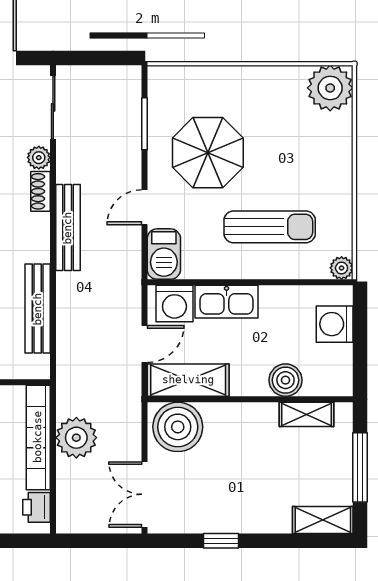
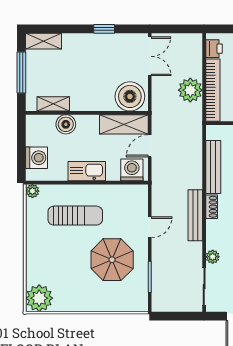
shoe rack: (41, 191) -> (212, 207), moved
sun lounger: (270, 227) -> (75, 216), turned 180
barbecue: (164, 254) -> (138, 199), removed
kitchen sink: (226, 302) -> (87, 171), moved

